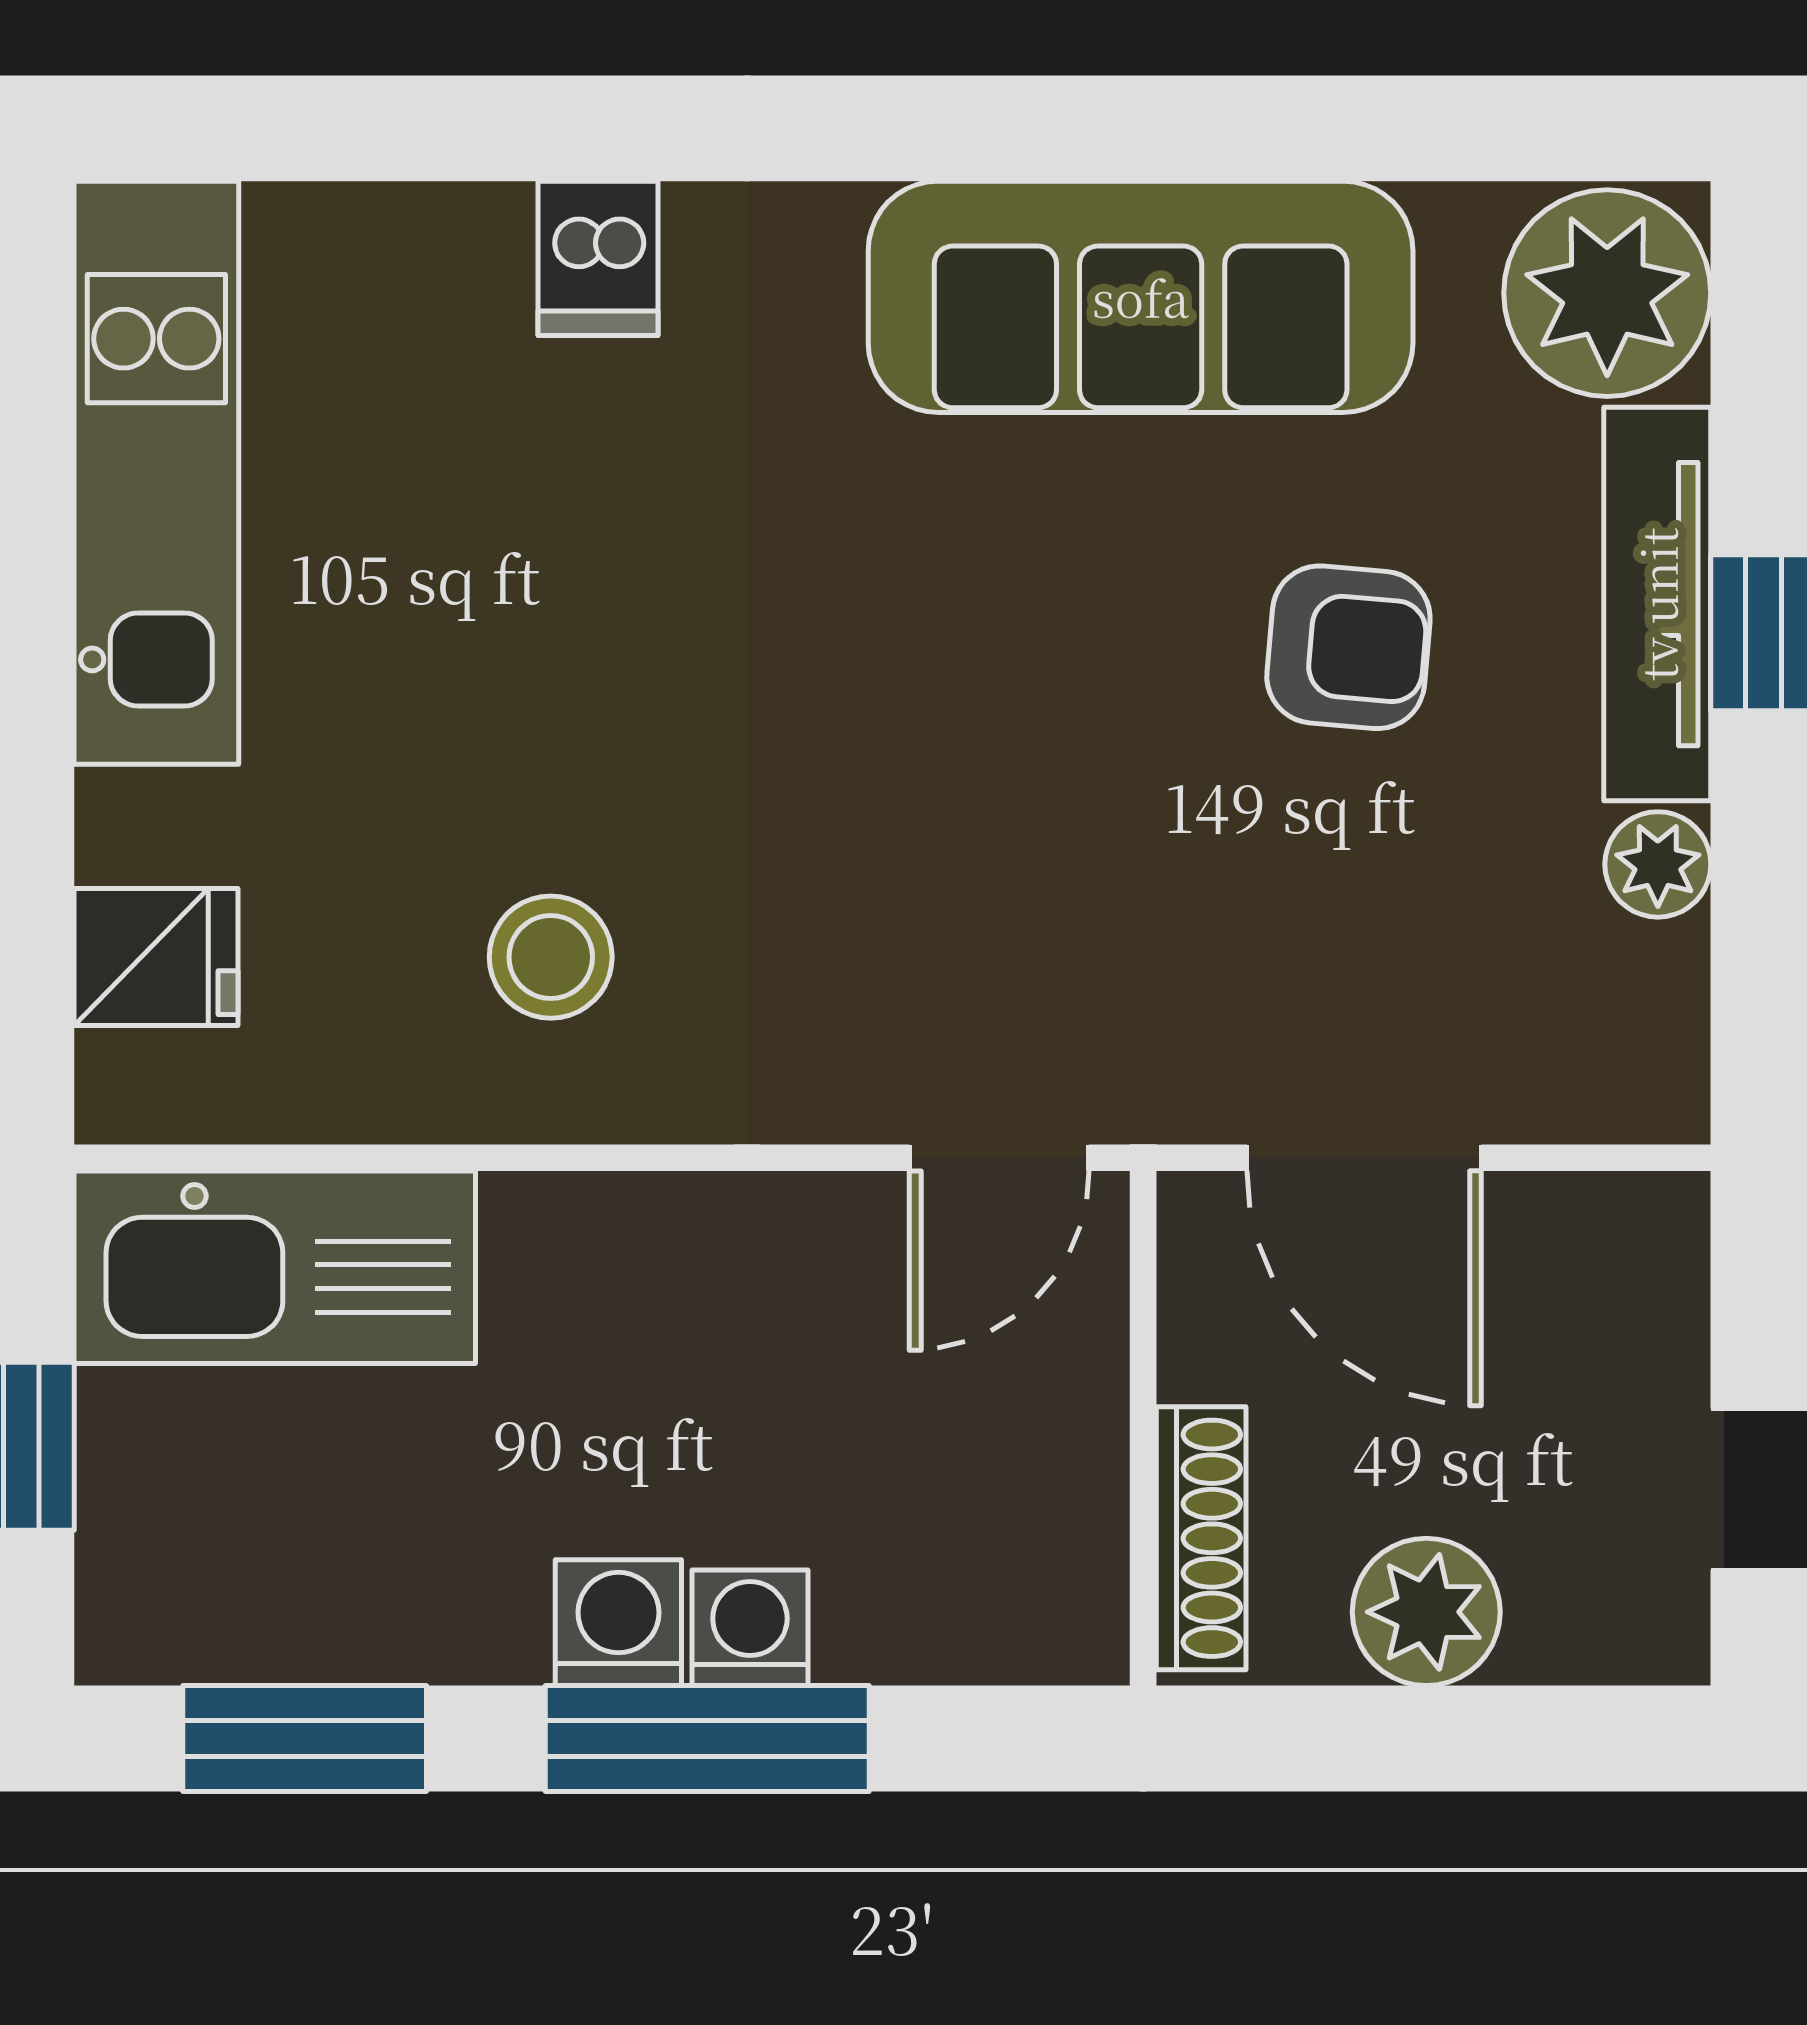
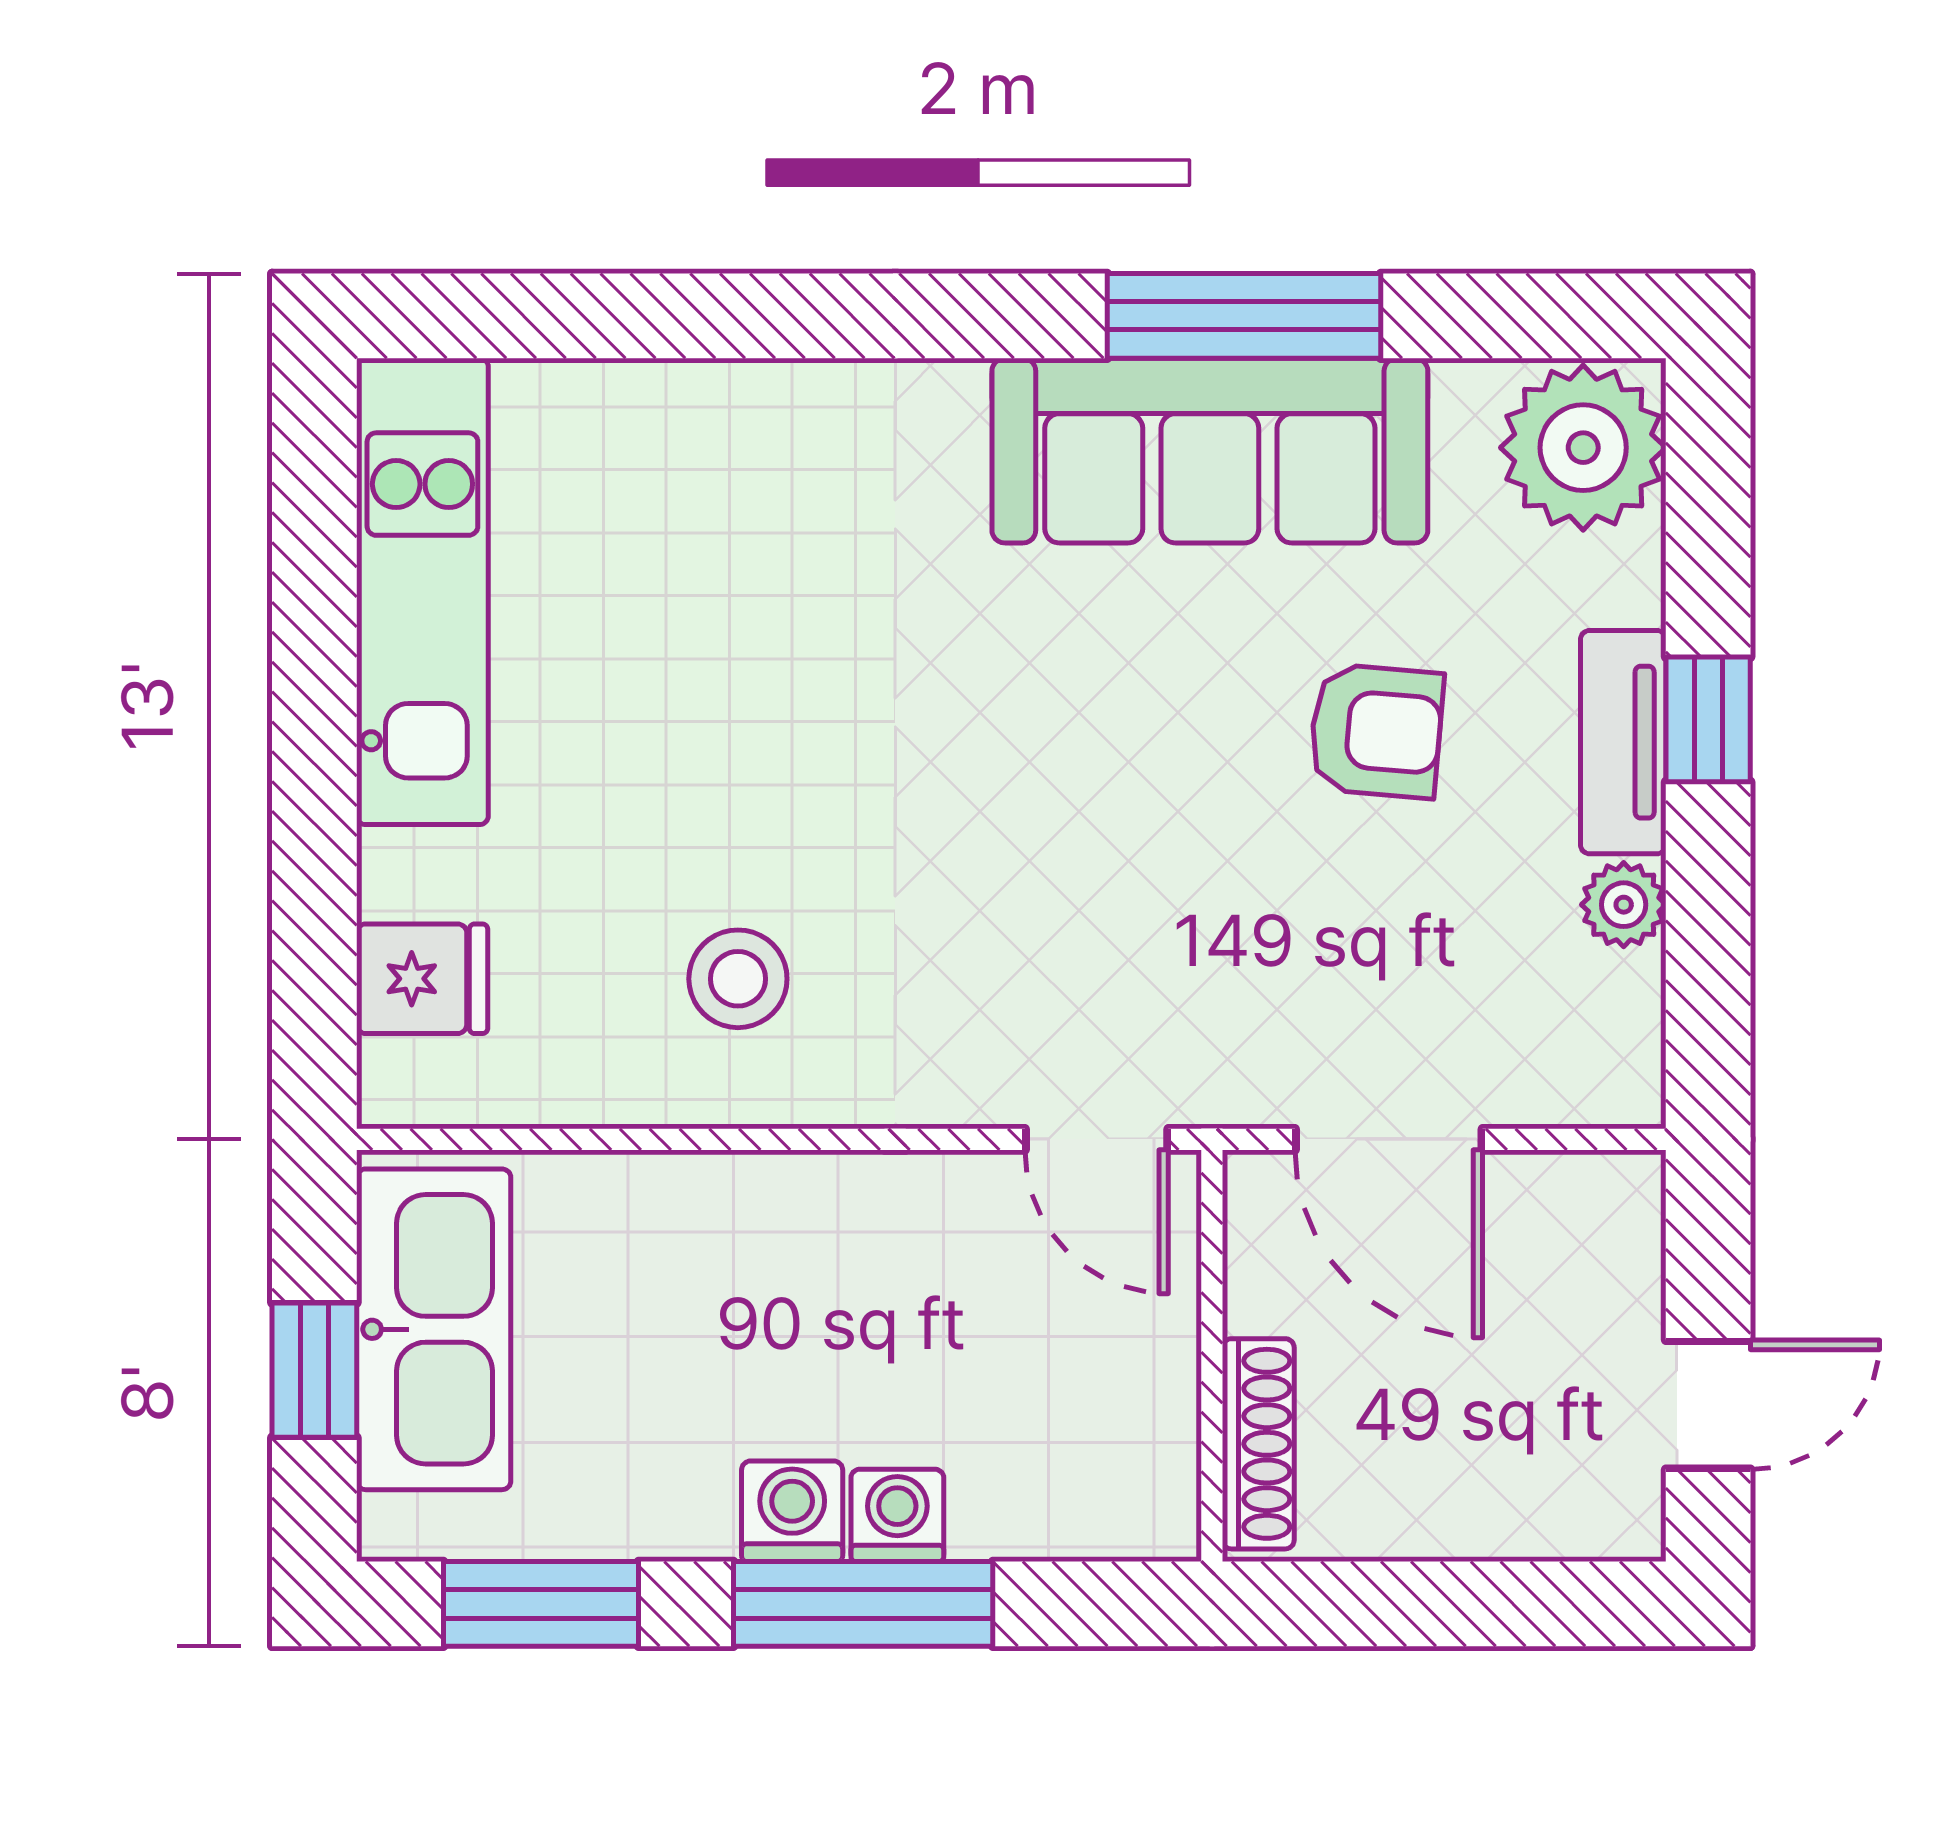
window: (1183, 128) -> (1244, 316), added
dishwasher: (598, 258) -> (776, 420), removed
tv unit: (1657, 604) -> (1623, 742), width x0.71
door: (999, 1158) -> (1097, 1139), hinge flipped
kitchen sink: (275, 1267) -> (434, 1329), moved, turned -90
plant: (1426, 1612) -> (1438, 1503), removed

